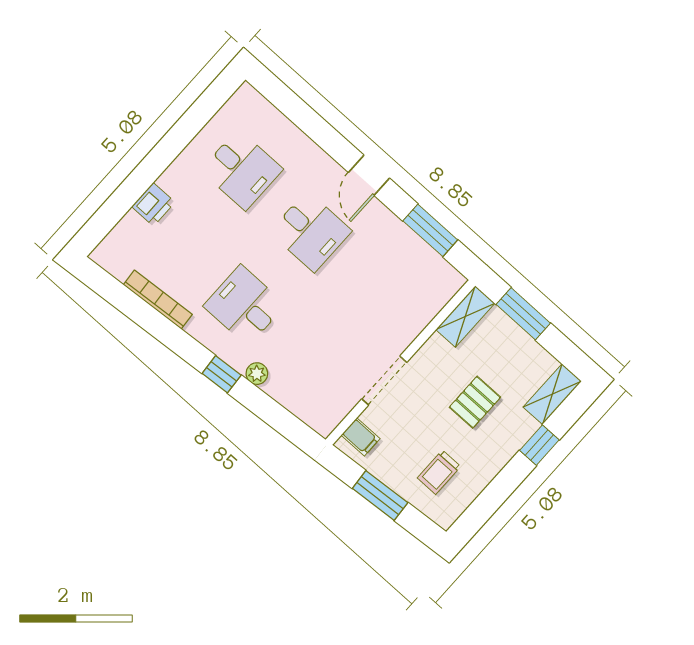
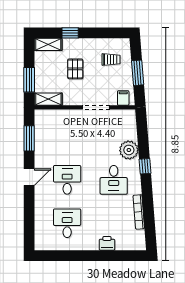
plant: (257, 374) -> (129, 150), width x1.87, depth x1.87
pallet: (475, 402) -> (75, 69), turned 90

